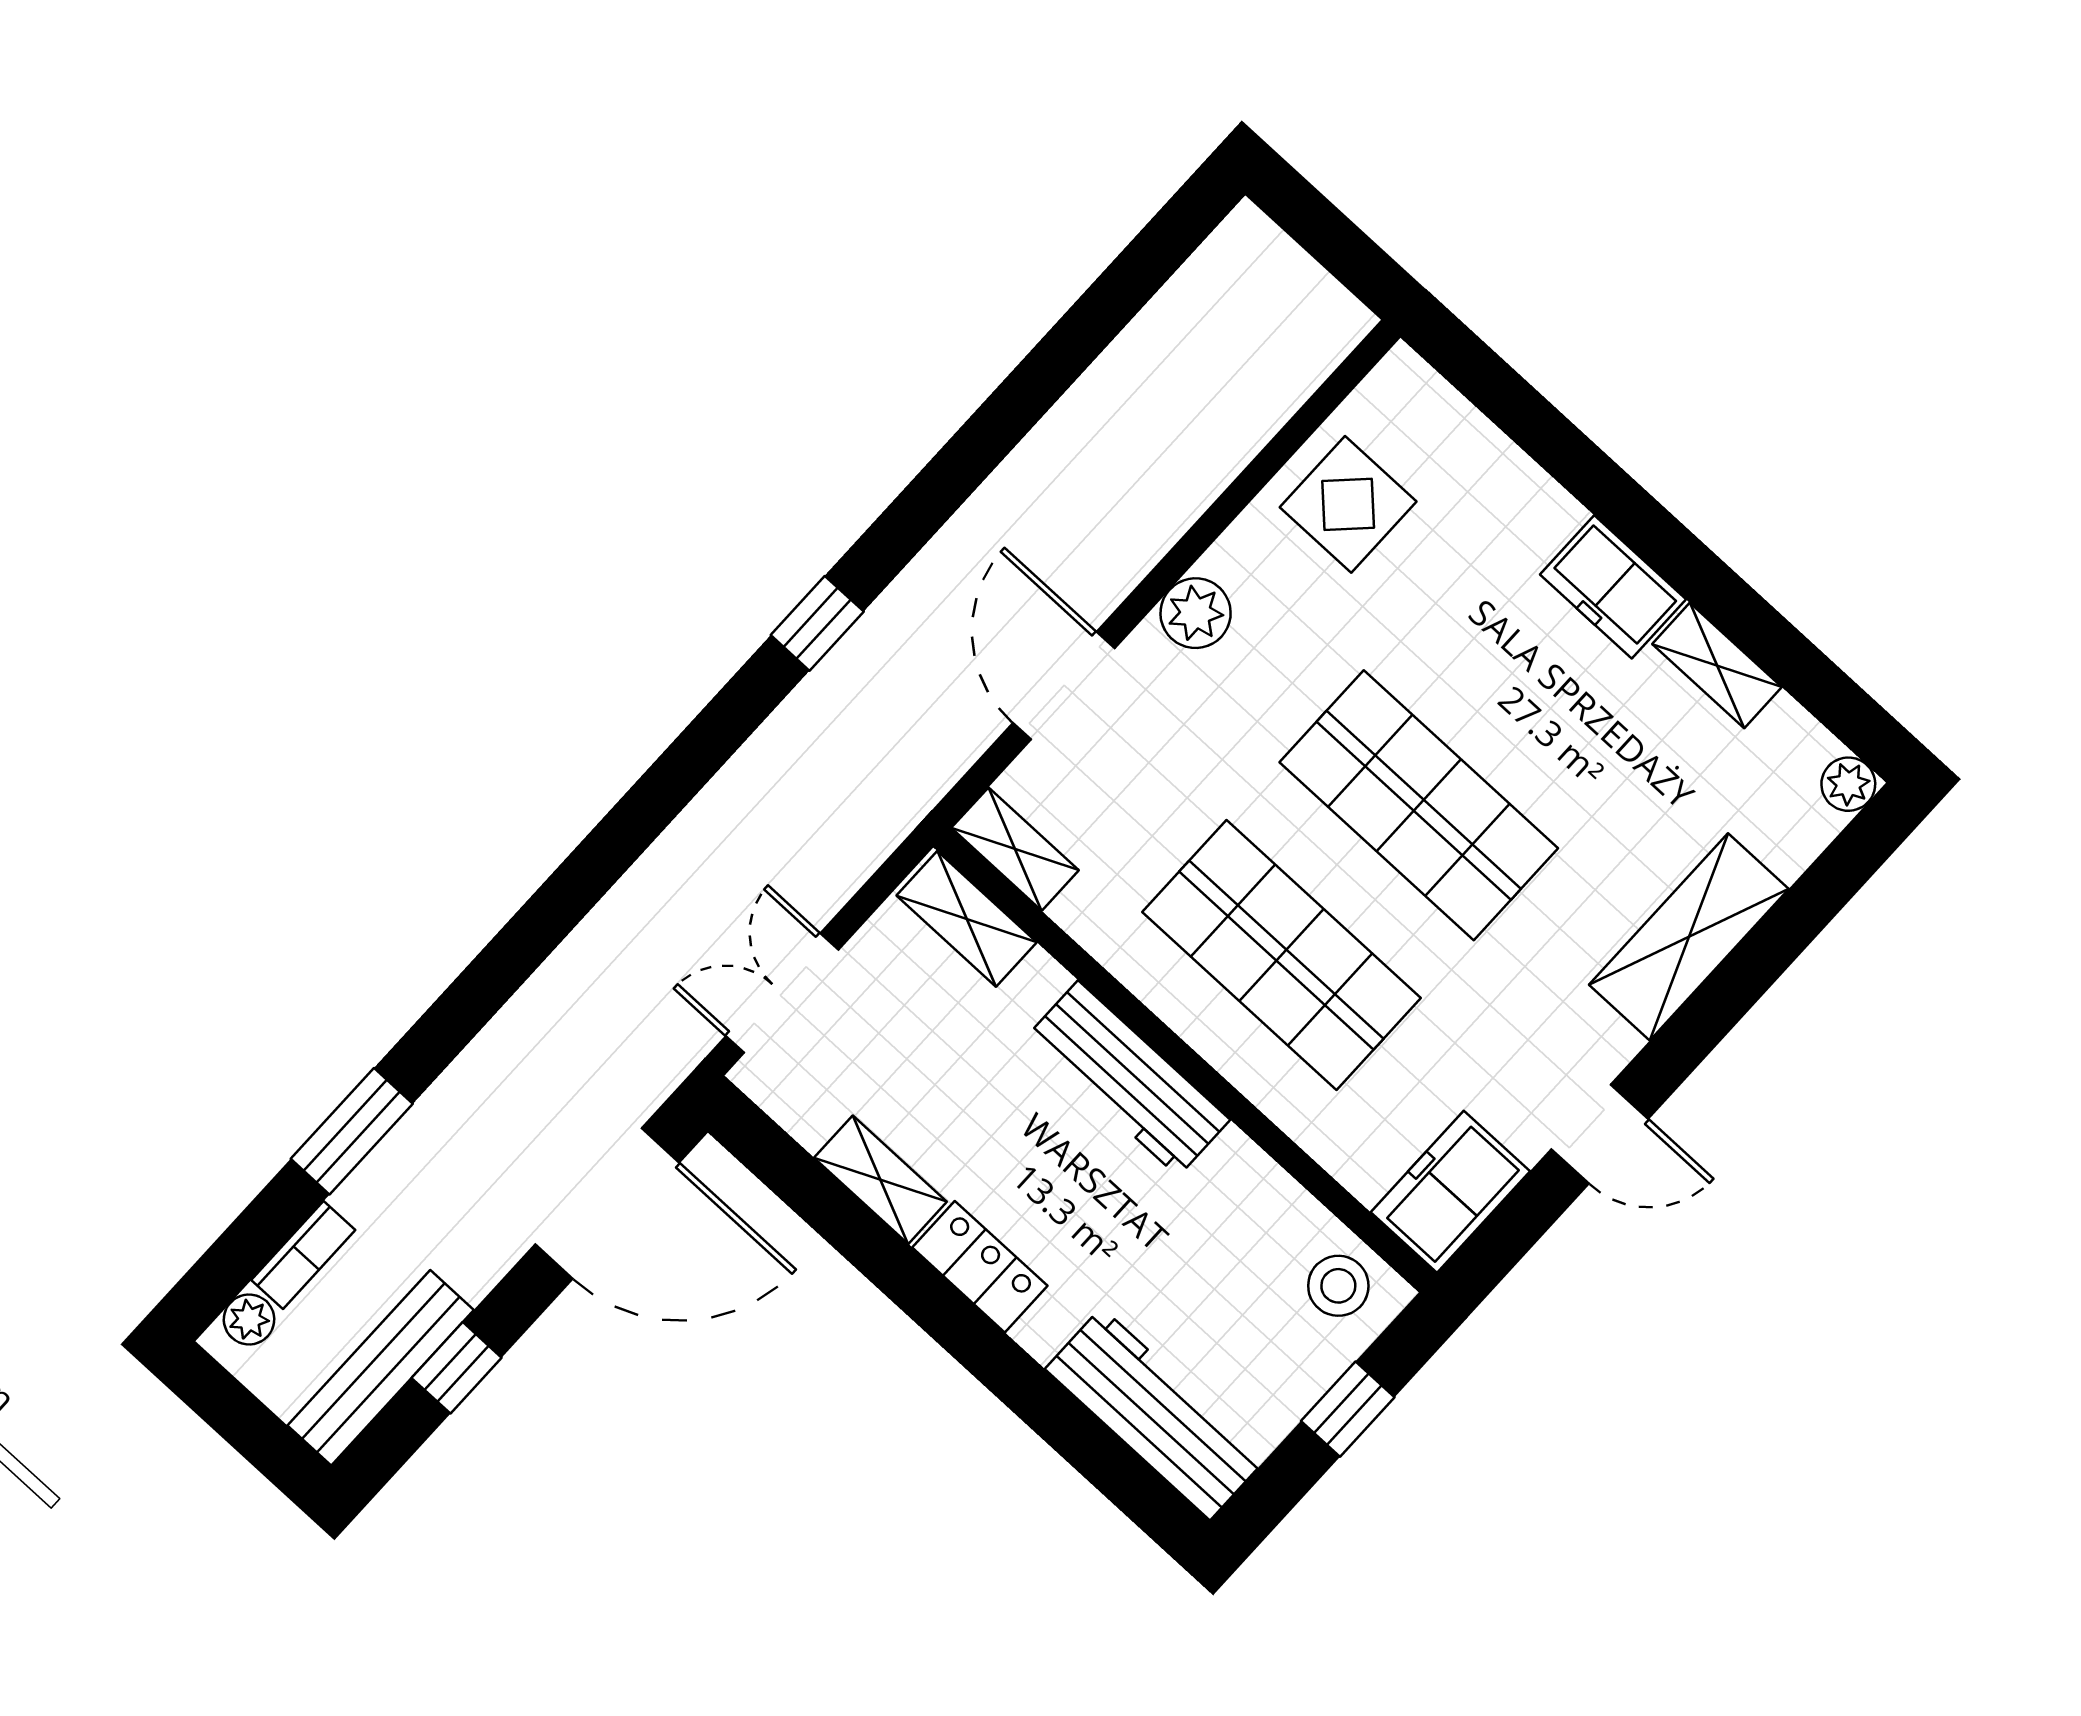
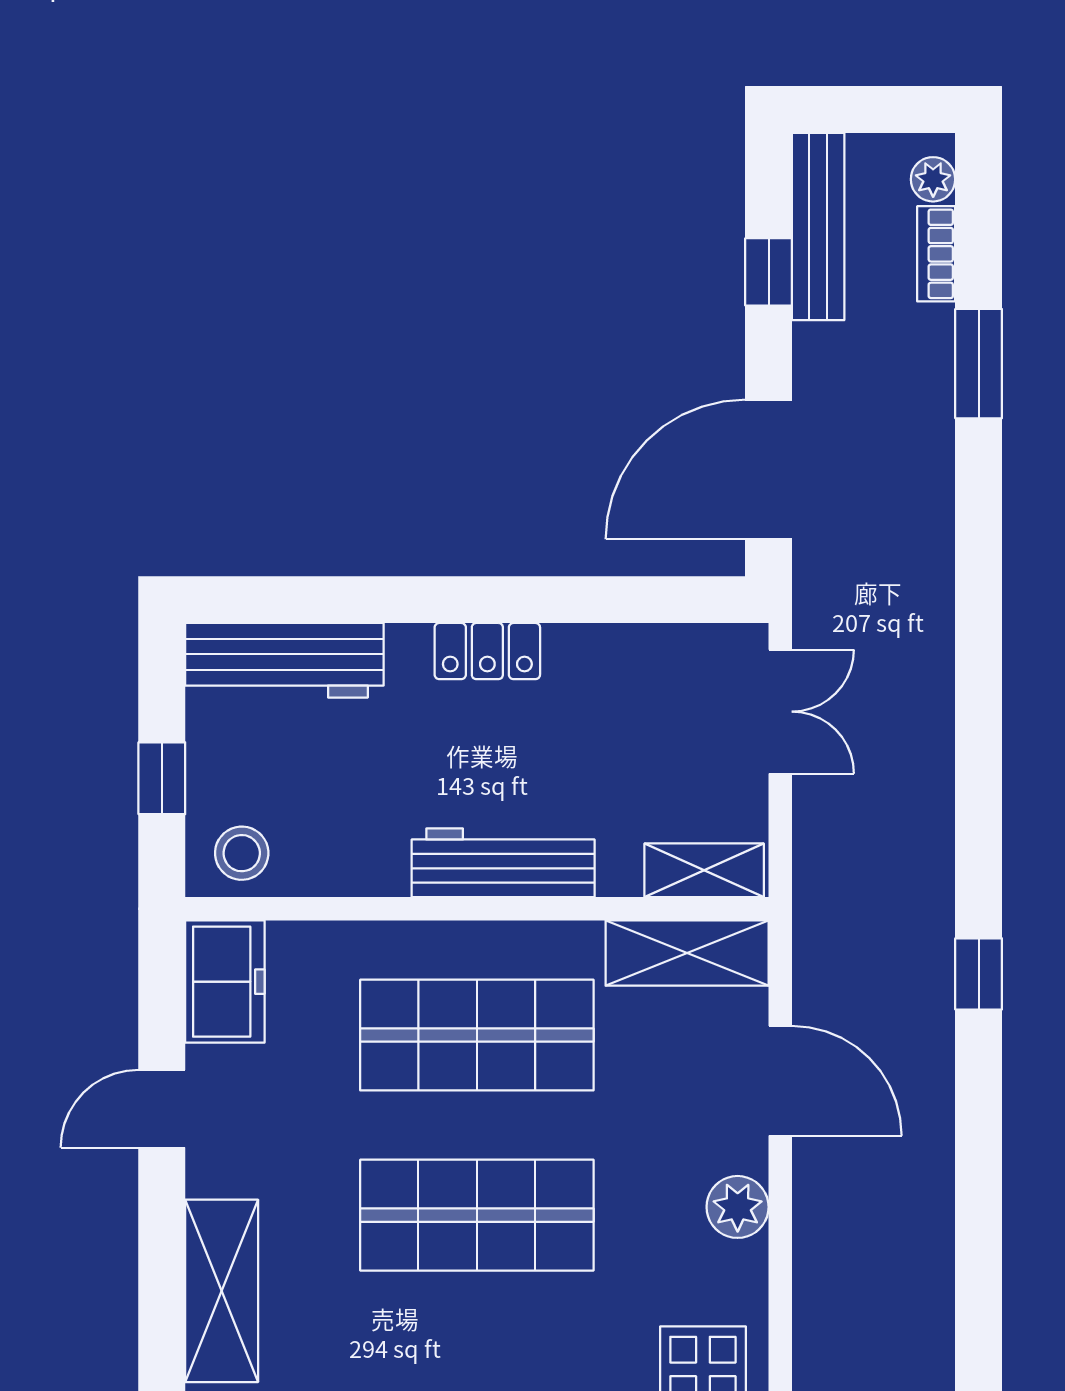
shelving: (1015, 849) -> (687, 953), width x1.50, depth x1.33
shelving: (880, 1180) -> (604, 648), removed

